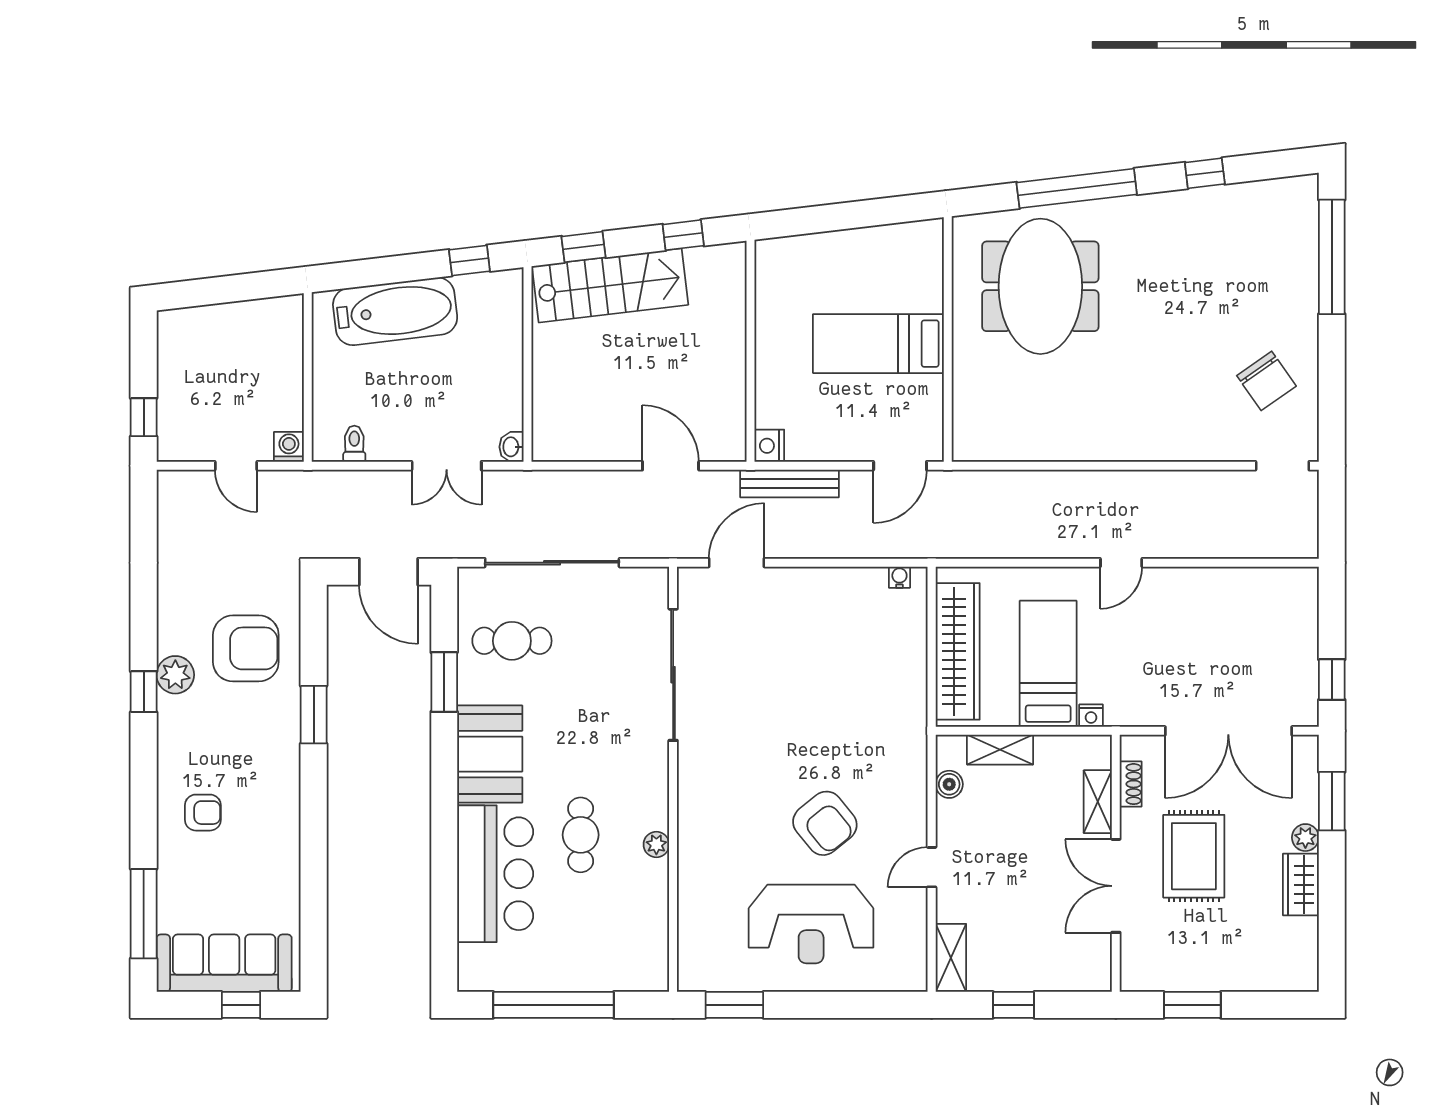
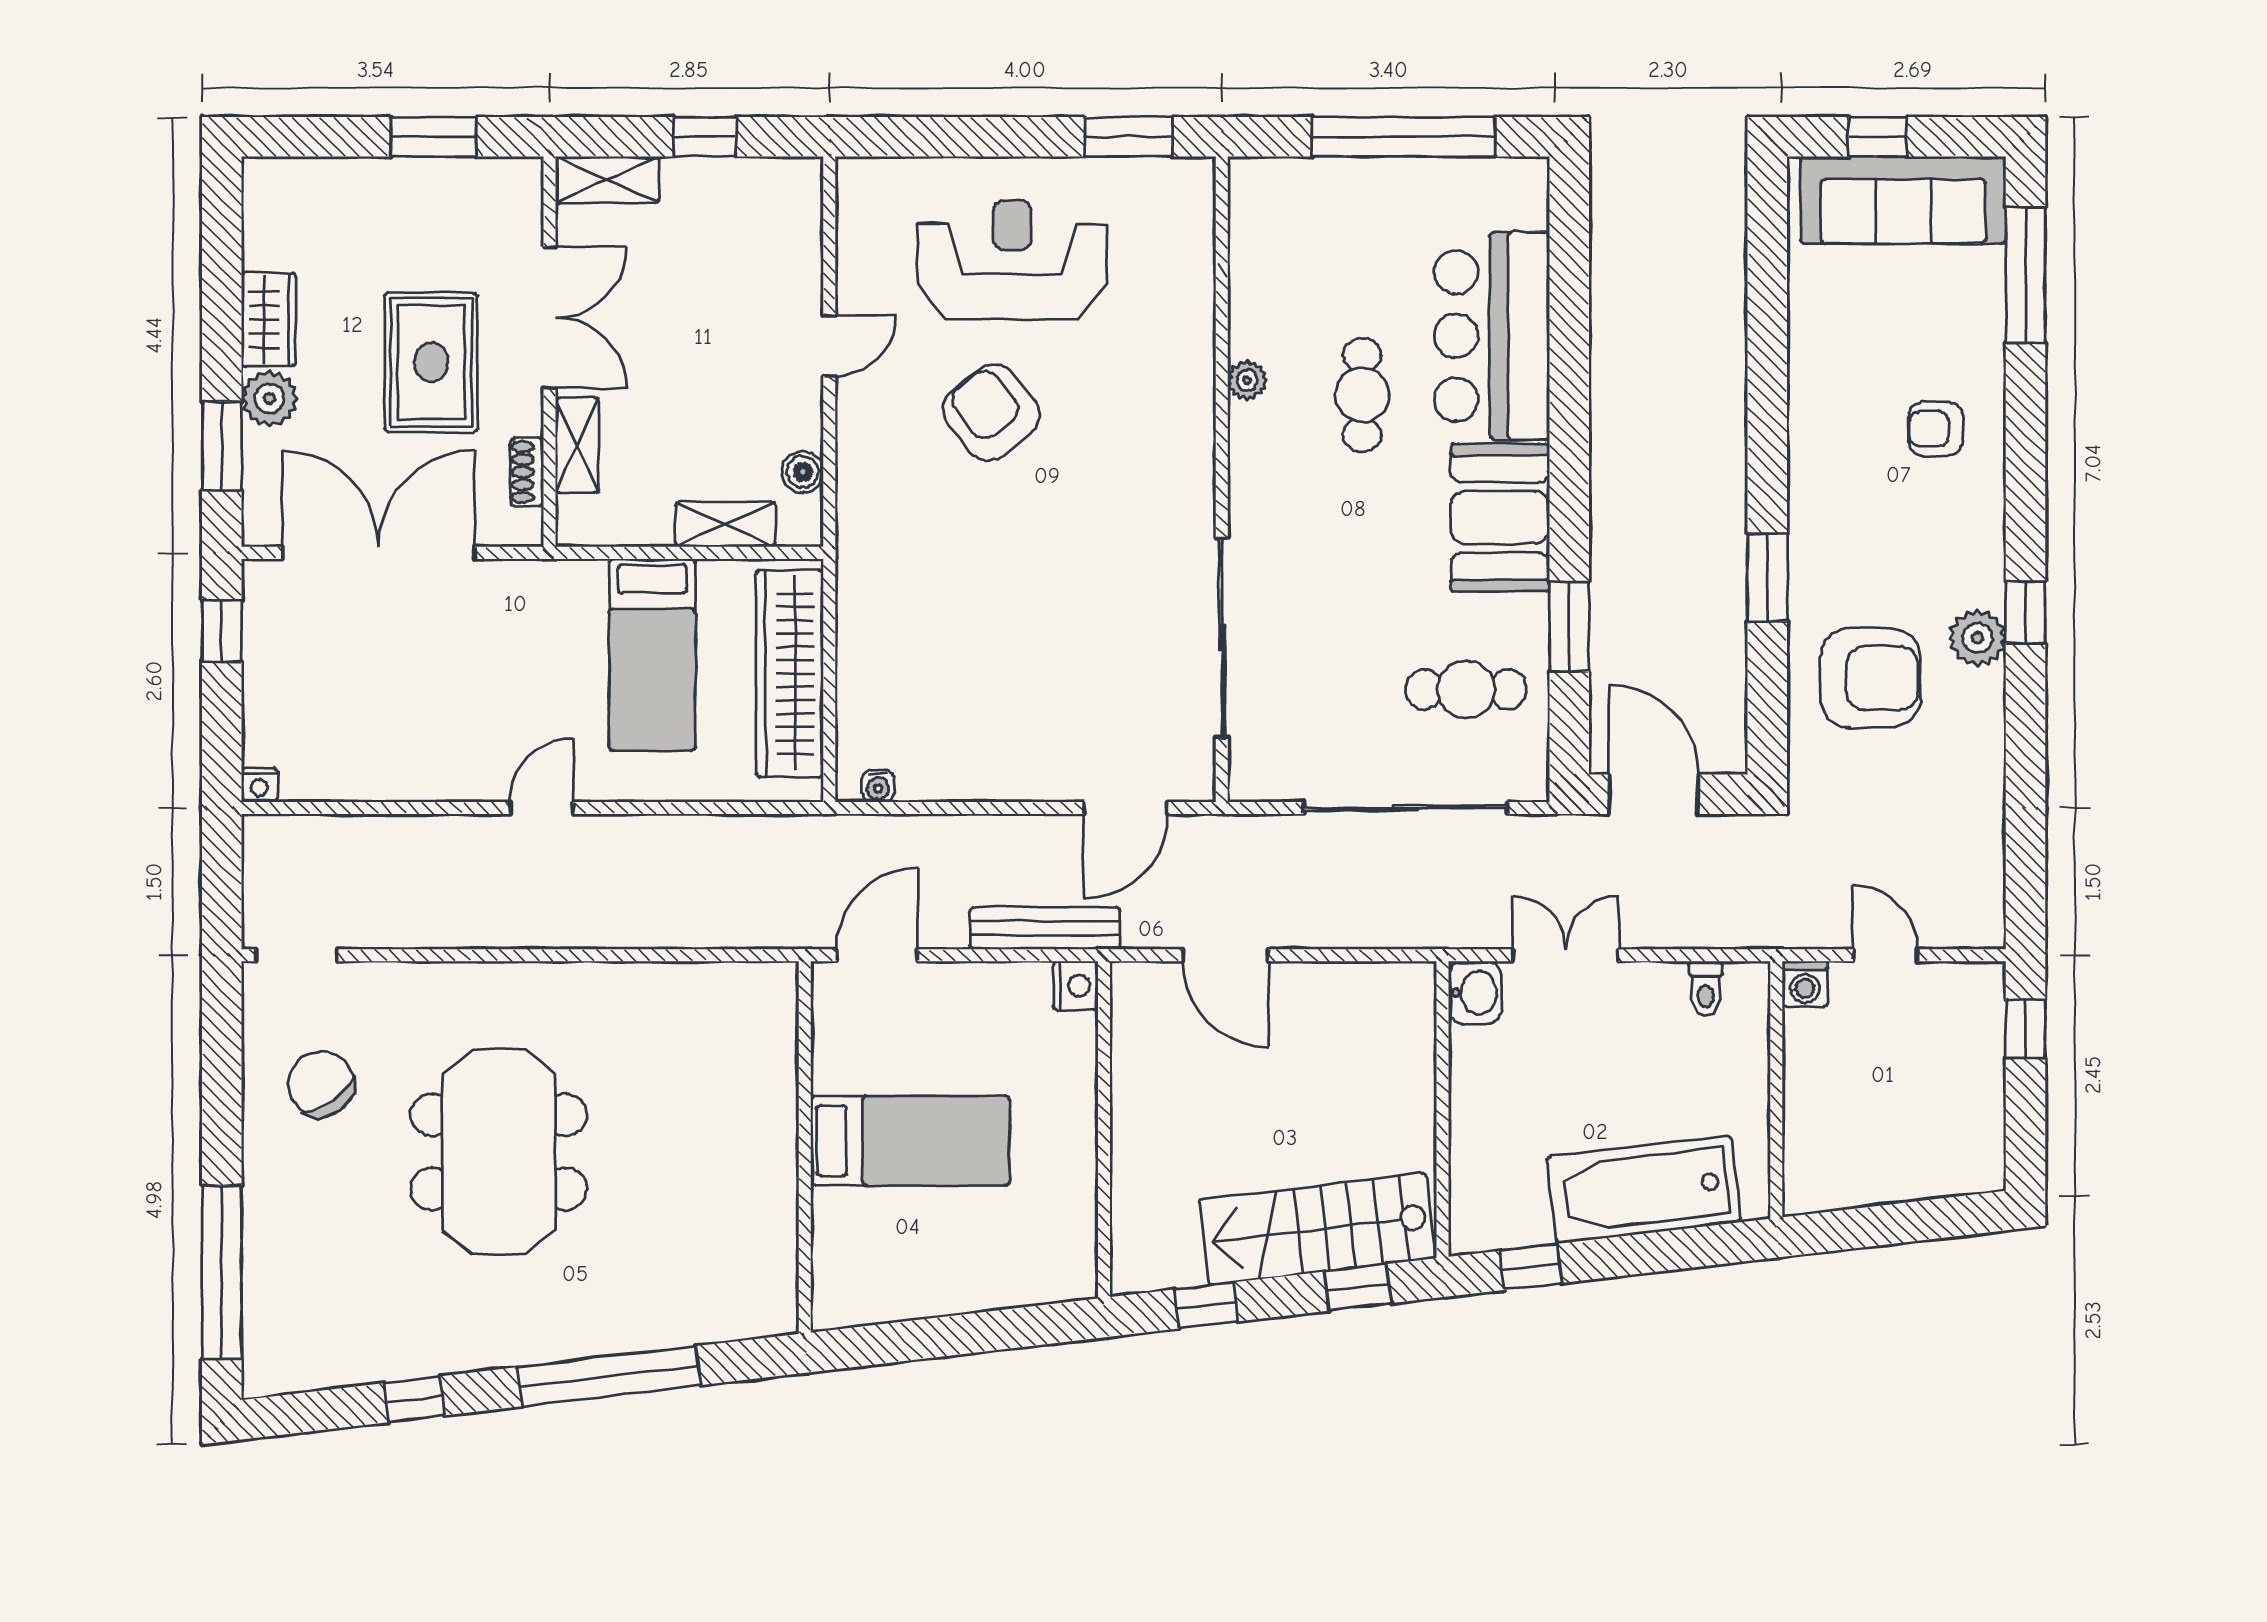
meeting table: (1040, 286) -> (499, 1152), moved
washbasin: (512, 447) -> (1475, 993), width x1.38, depth x1.45
armchair: (246, 648) -> (1870, 678), turned 180
nightstand: (1091, 716) -> (259, 785), moved, turned 180
plant: (1305, 838) -> (270, 399), width x1.38, depth x1.38
shelving: (951, 958) -> (607, 180), moved, turned 90

